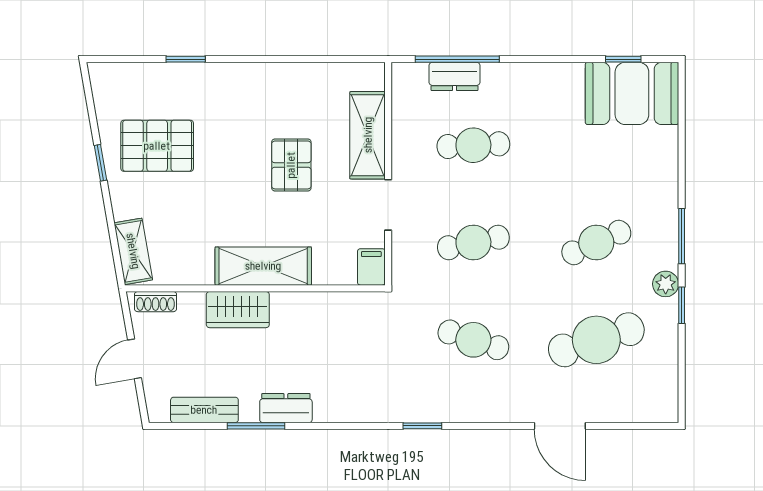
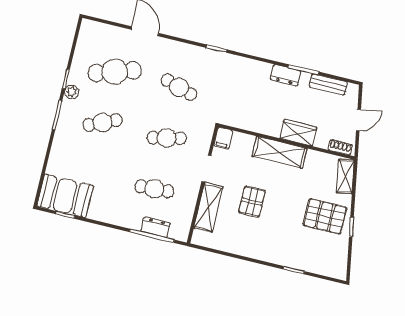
pallet: (157, 146) -> (325, 216), moved

